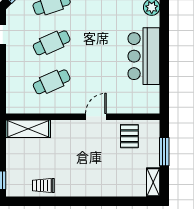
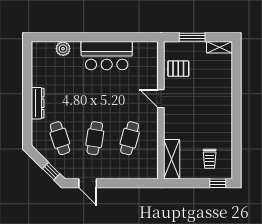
cafe table: (52, 43) -> (95, 138), turned 33
cafe table: (52, 82) -> (130, 138), turned 39
trolley: (43, 185) -> (210, 159), moved

